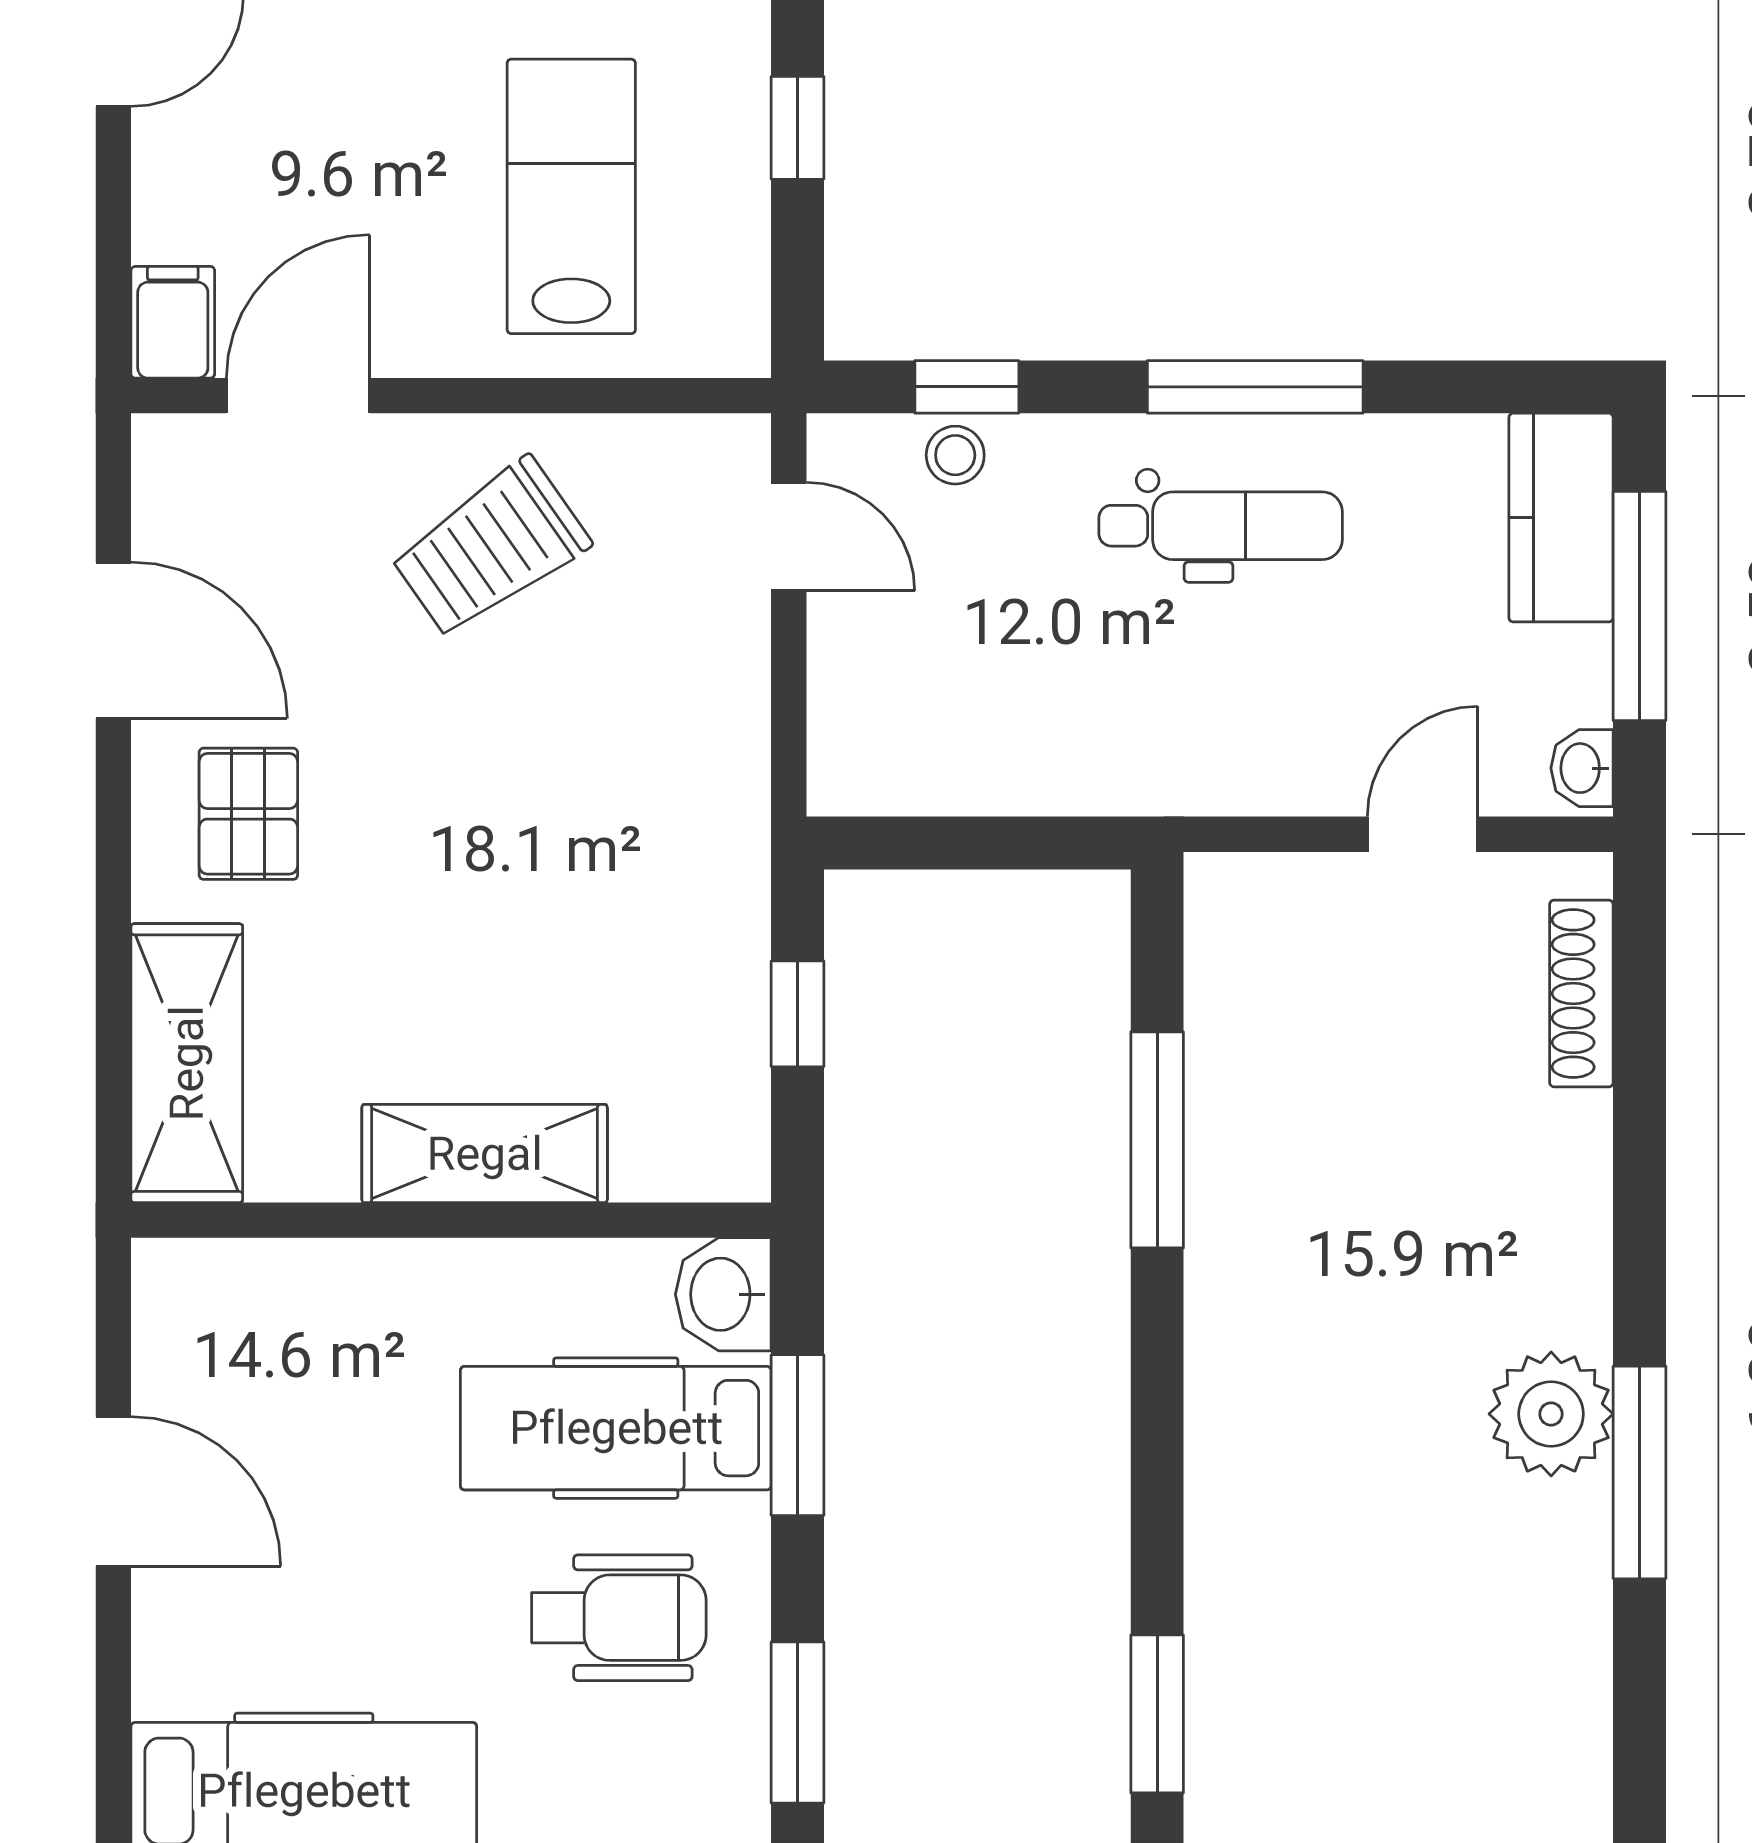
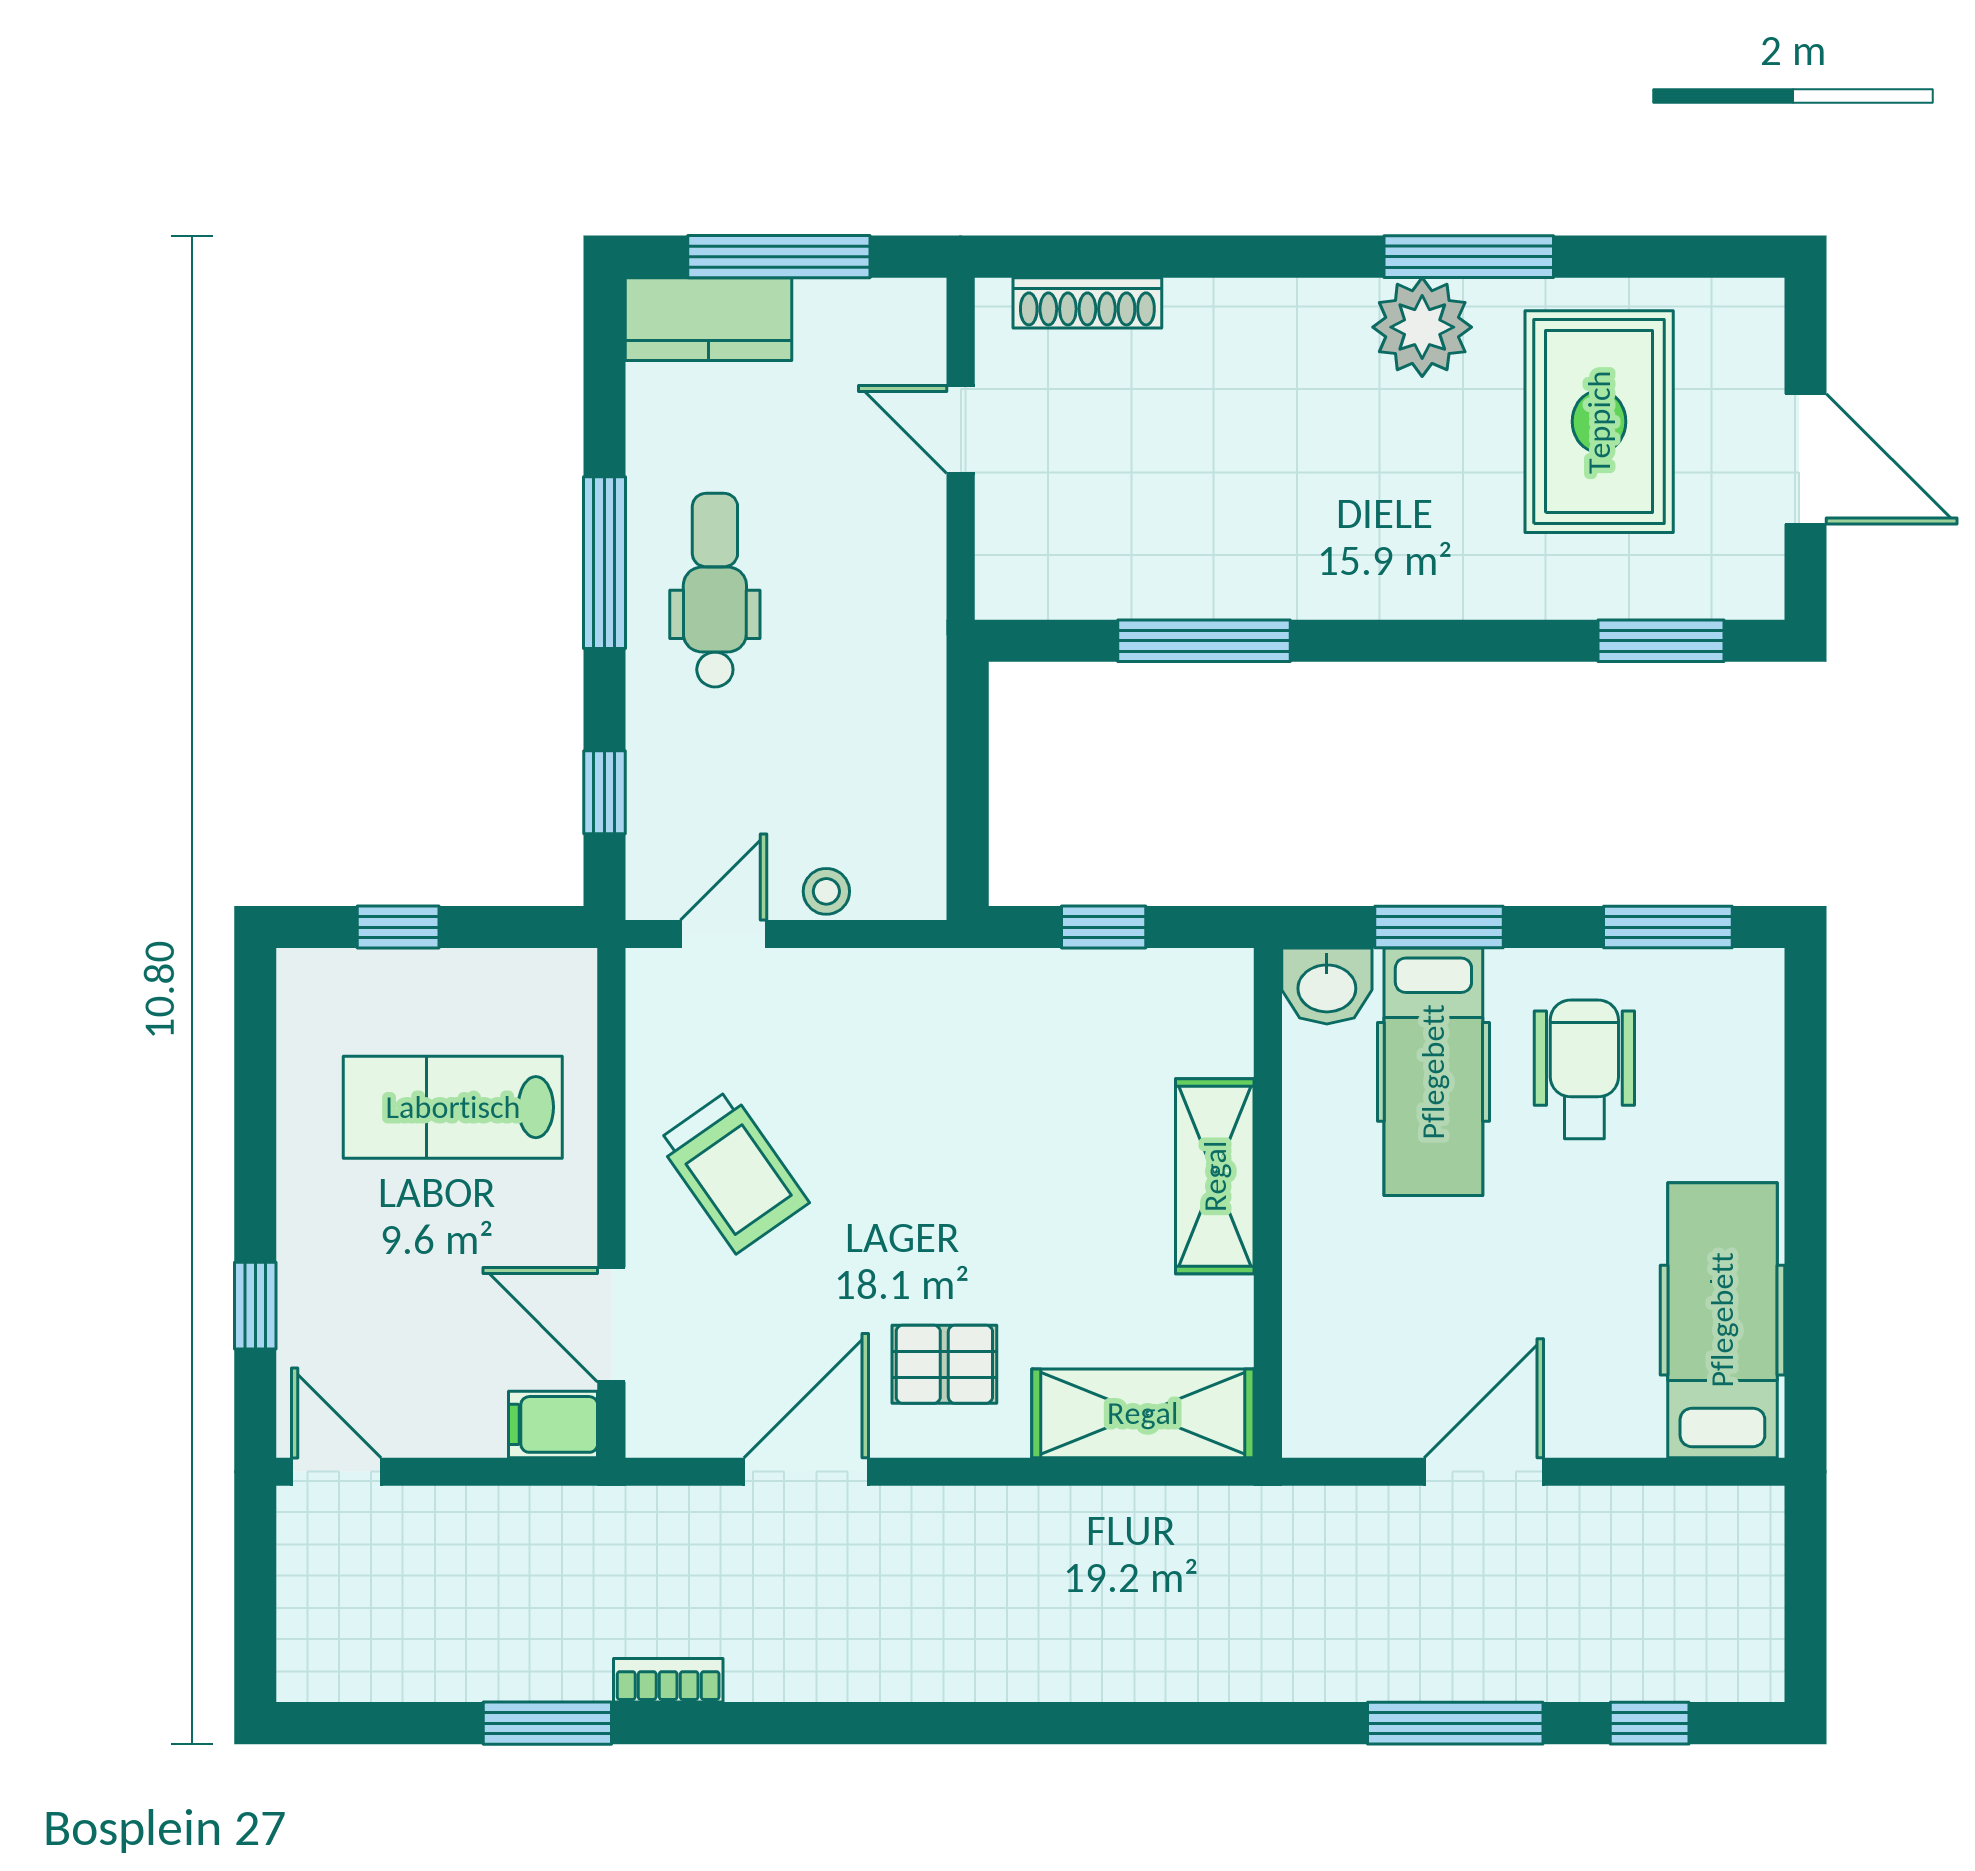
stool: (955, 455) -> (826, 891), moved
washbasin: (1582, 768) -> (908, 302), removed
rug: (1432, 1636) -> (1599, 422), added

